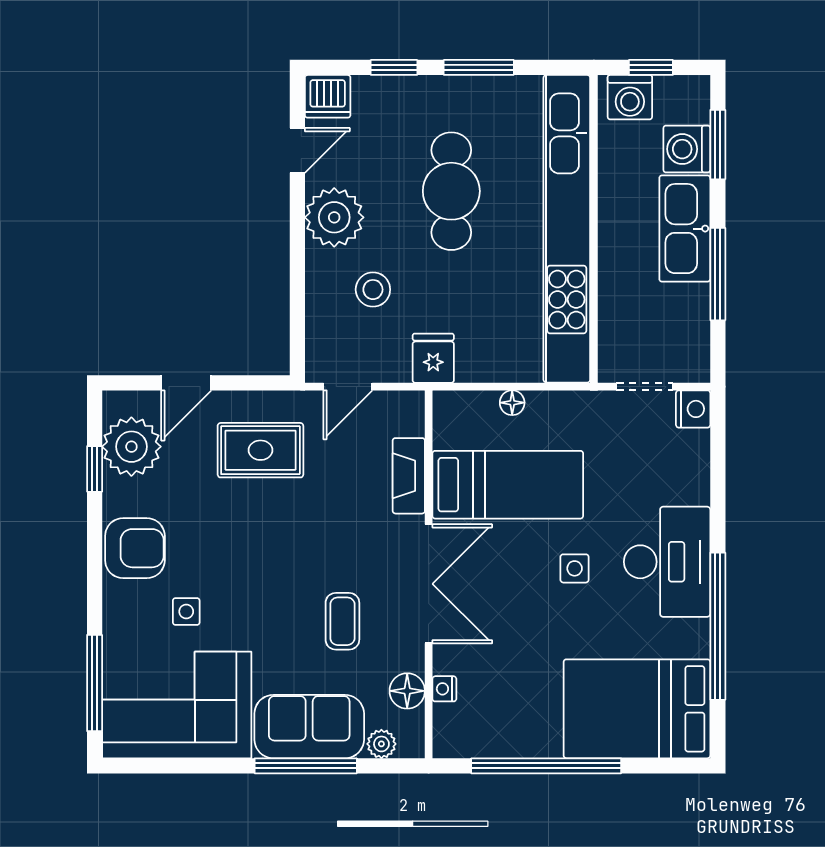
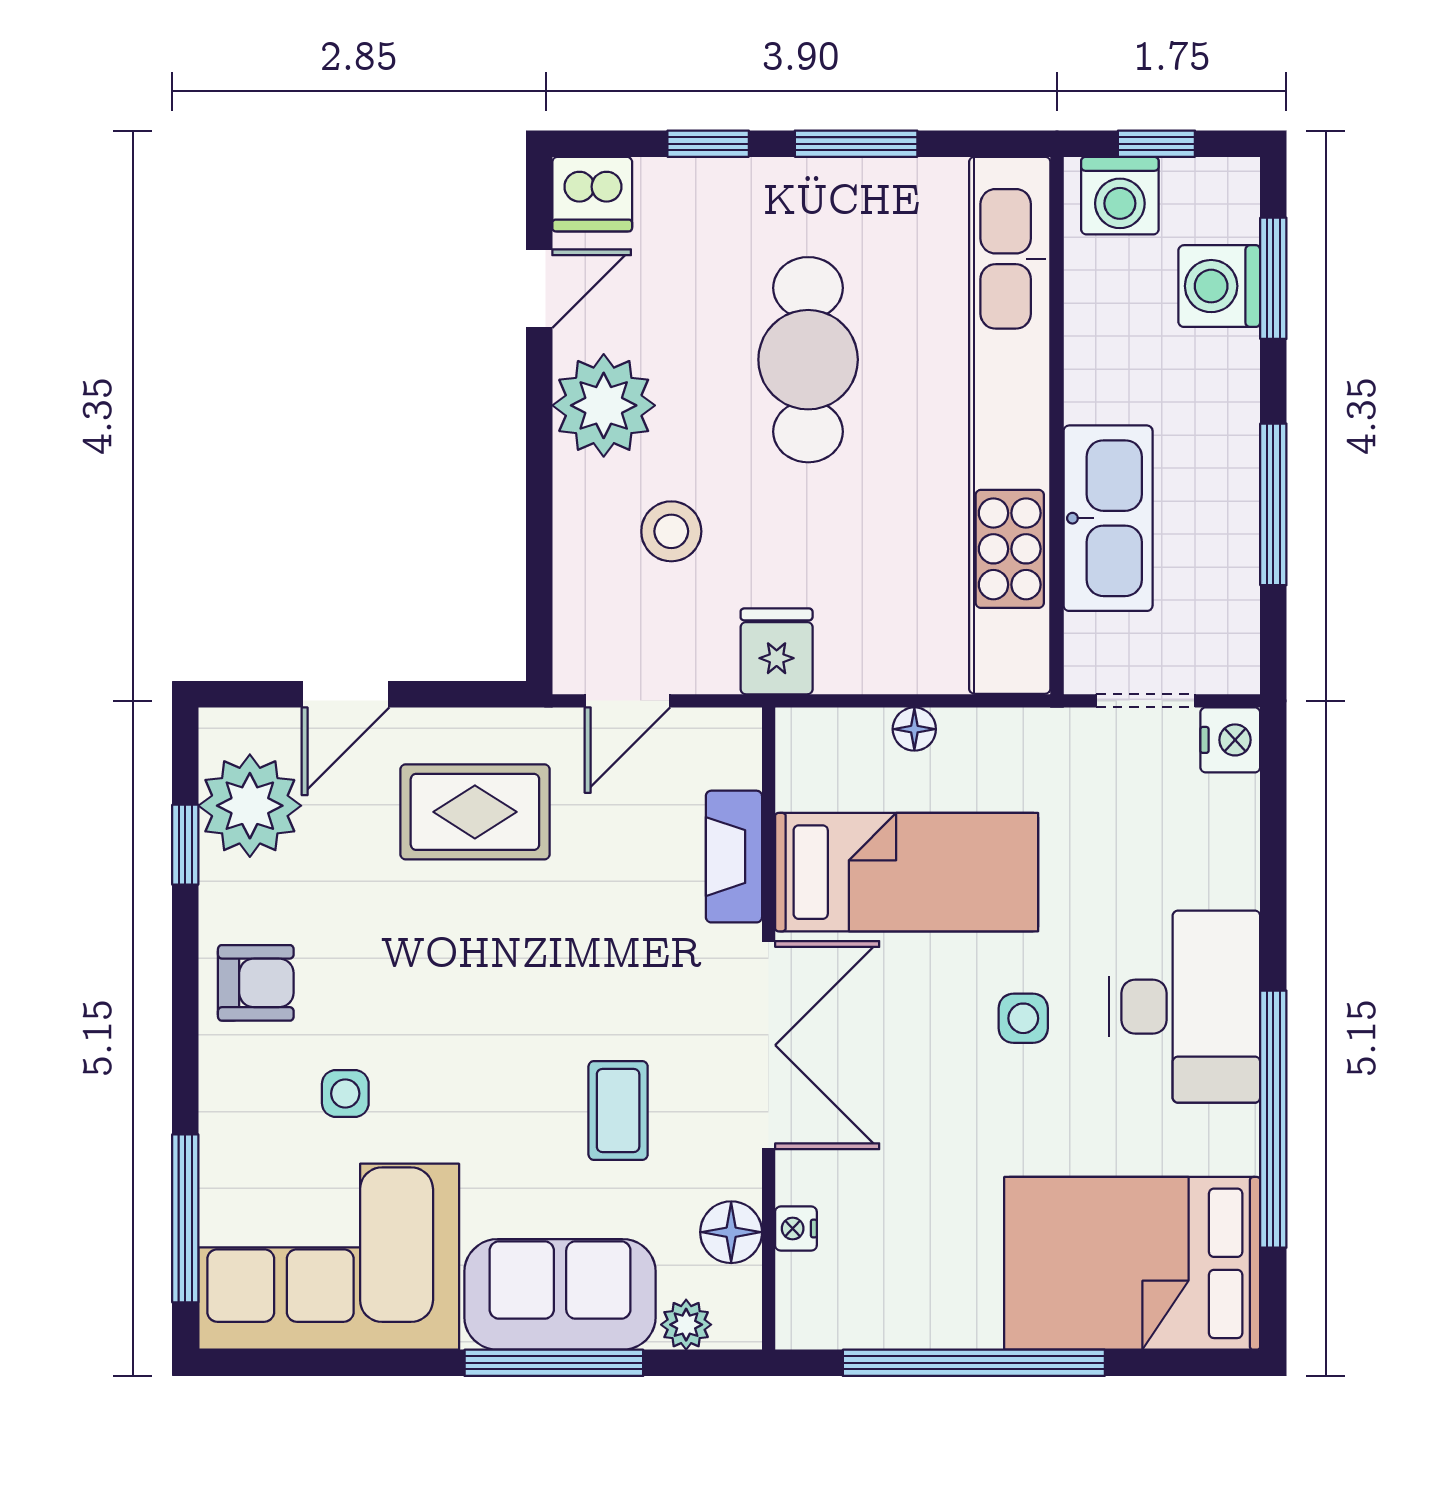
kitchen sink: (685, 229) -> (1108, 518), moved, turned 180
armchair: (135, 548) -> (256, 983), width x0.72, depth x0.72

